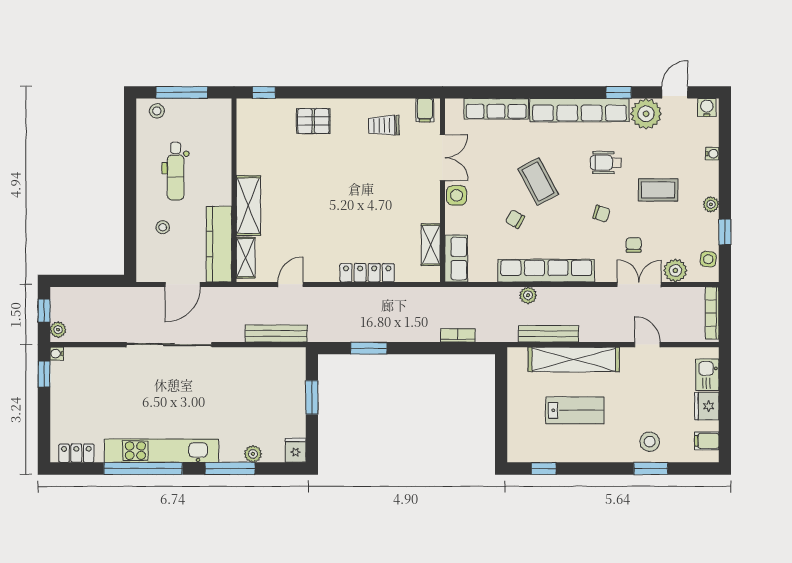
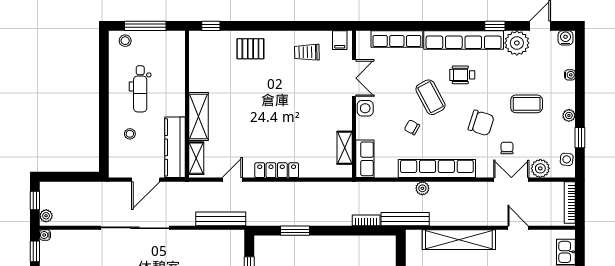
wheelchair: (606, 163) -> (462, 75), moved
chair: (601, 214) -> (481, 123), width x1.87, depth x1.87
locker: (367, 273) -> (277, 170), moved
bench: (548, 334) -> (405, 219), moved

